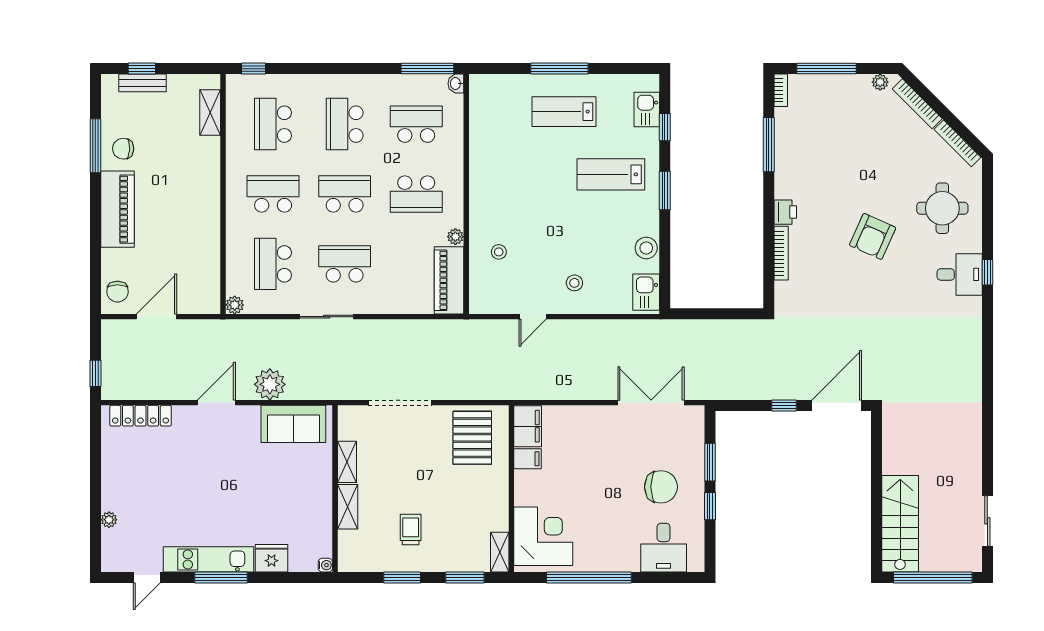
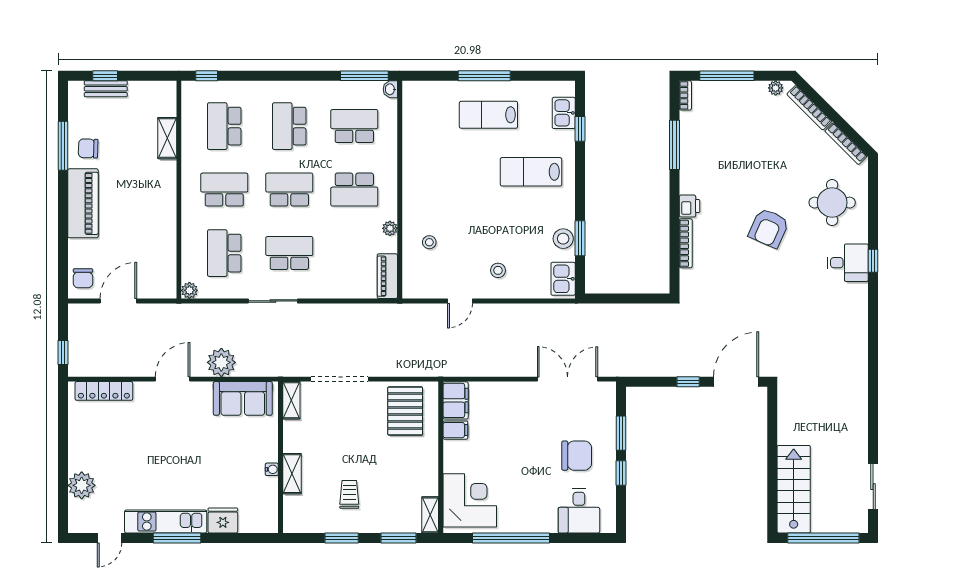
shelving: (210, 112) -> (167, 138), moved
window: (665, 190) -> (580, 238), moved
piano: (449, 280) -> (387, 276), width x0.73, depth x0.75
shelving: (347, 462) -> (291, 400), moved
plant: (109, 520) -> (82, 485), width x1.87, depth x1.87
water cooler: (325, 565) -> (272, 469), moved

